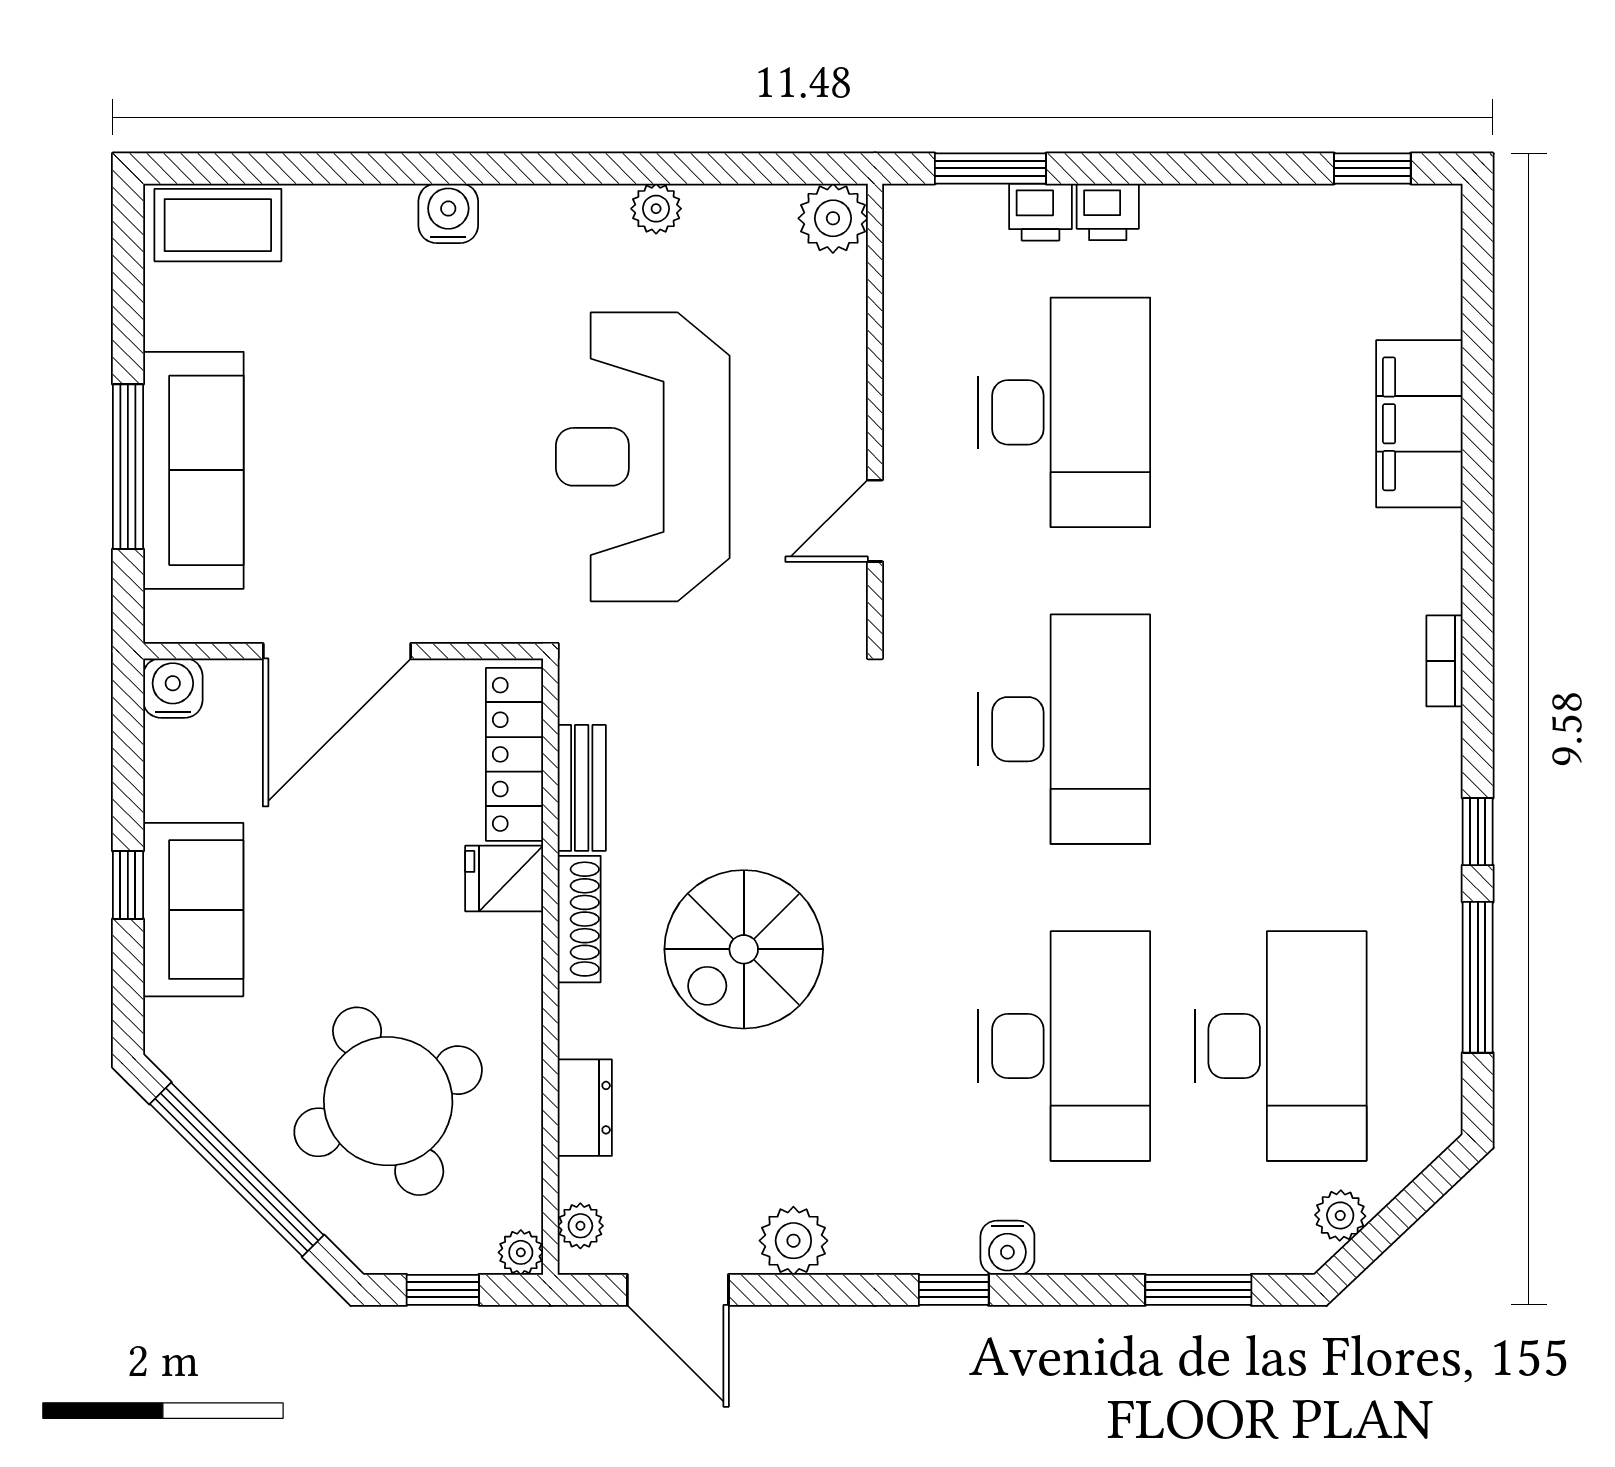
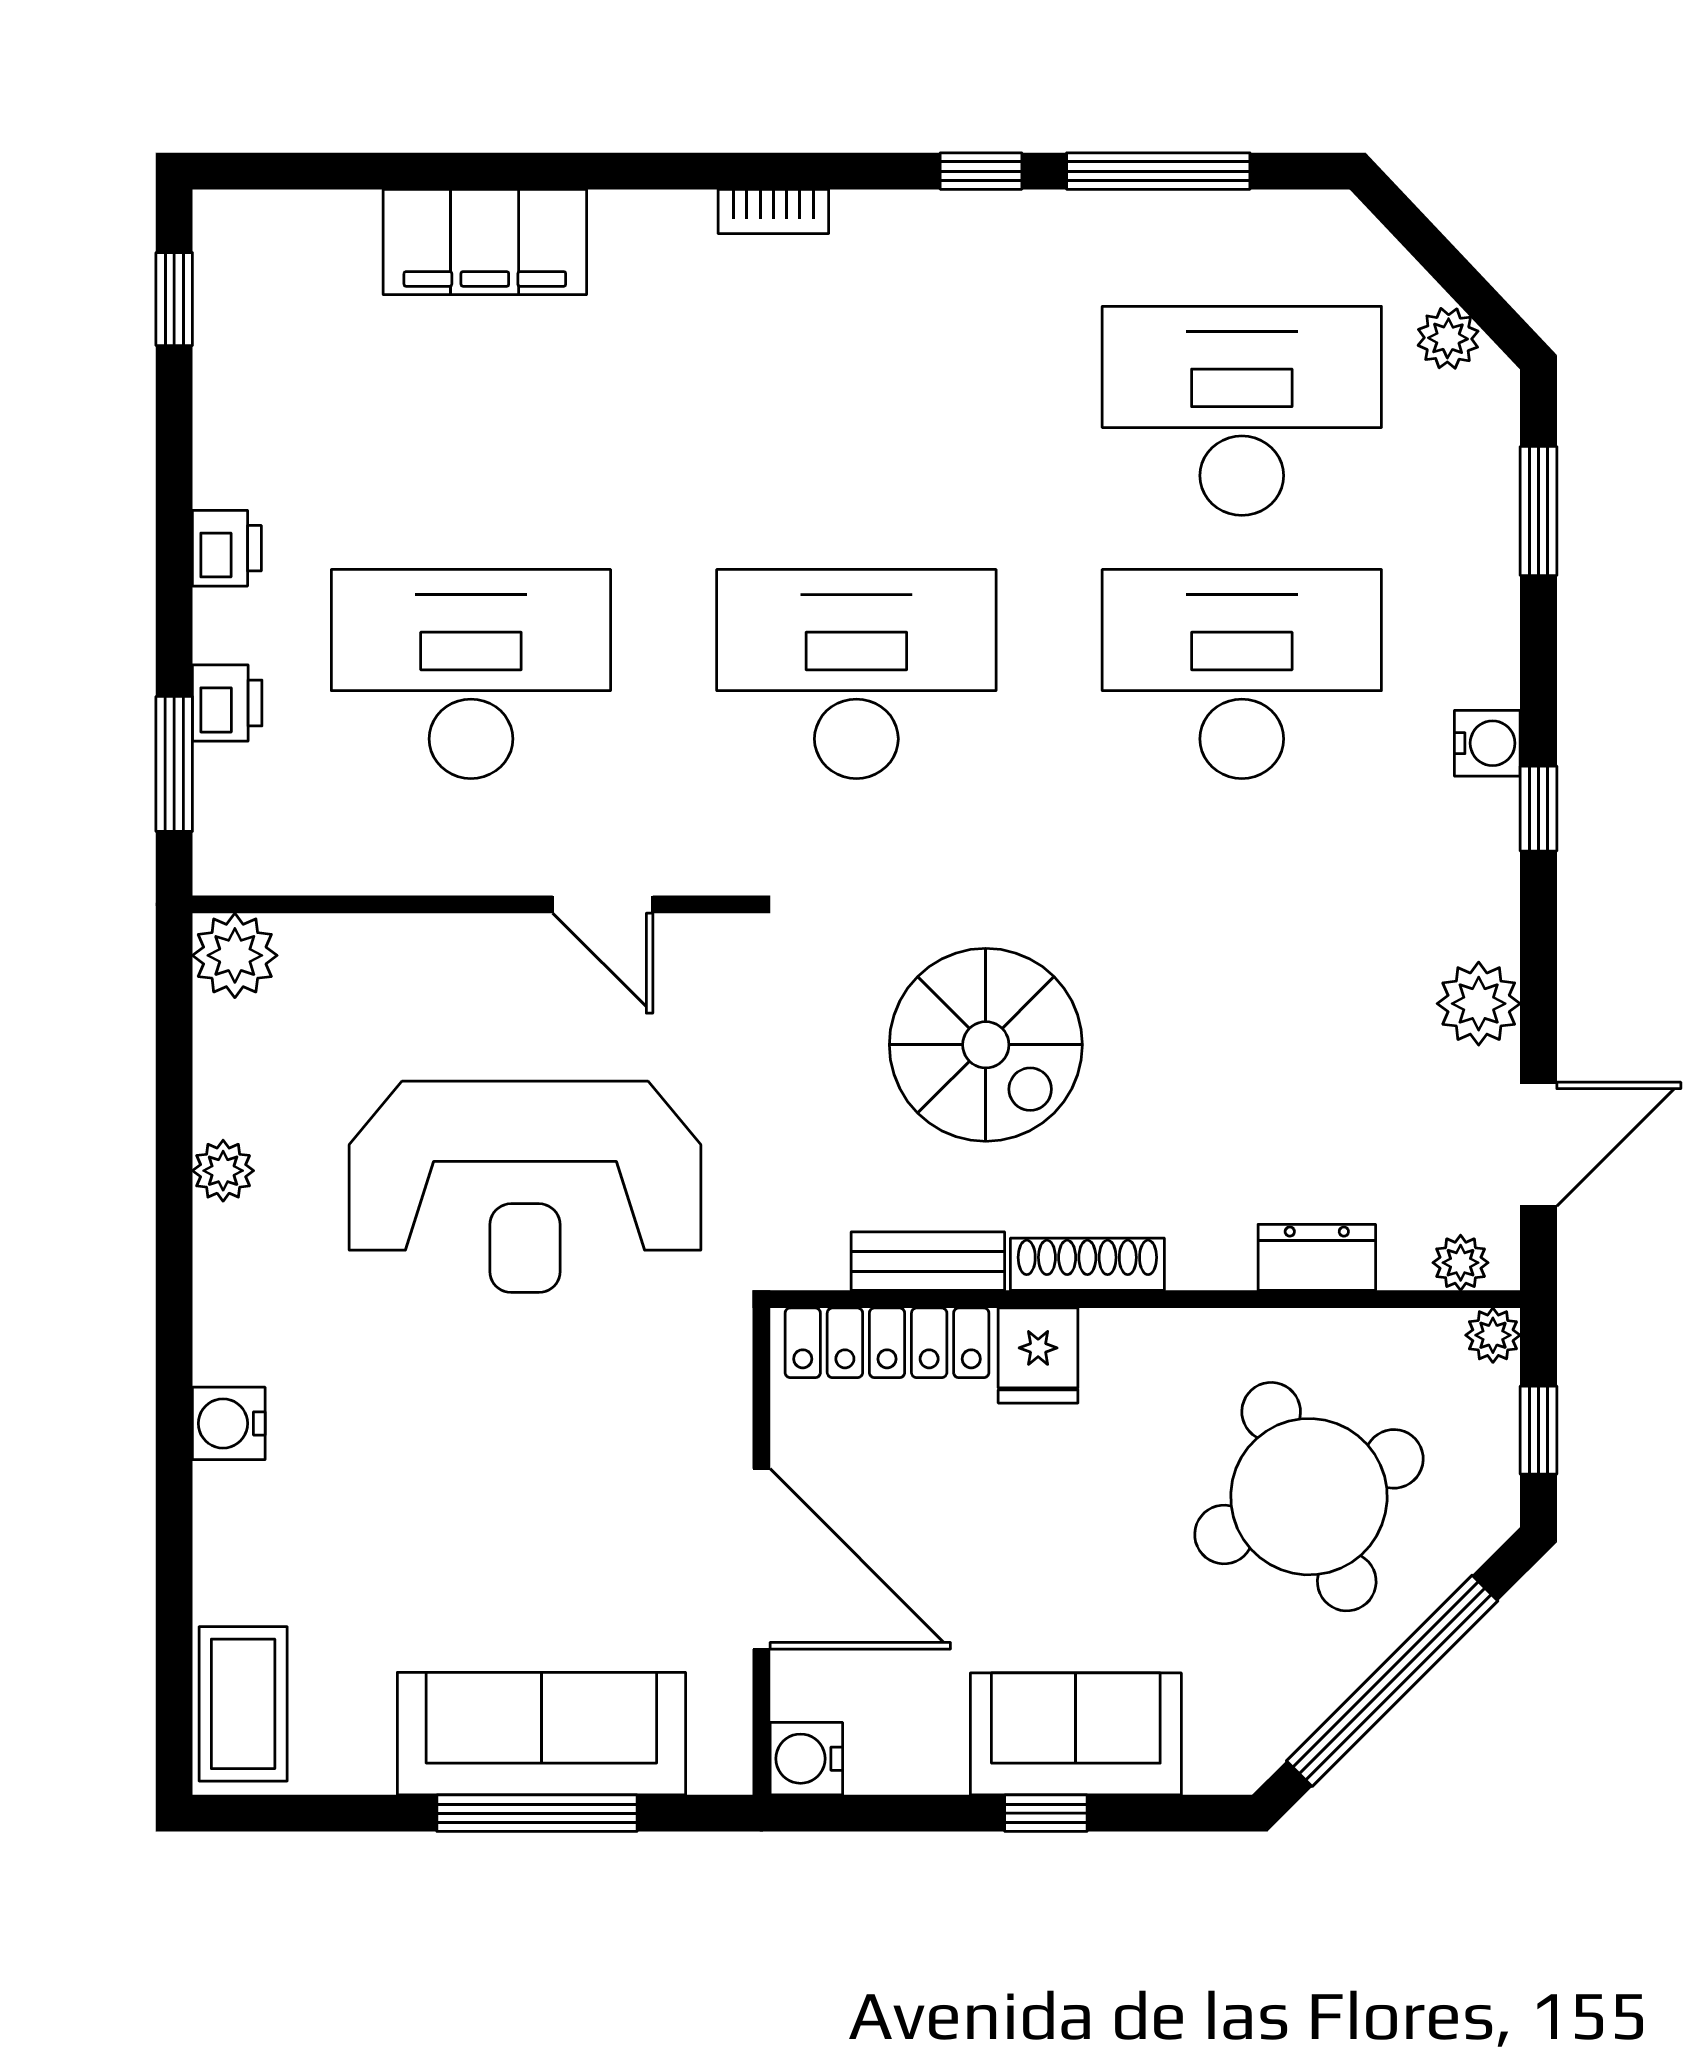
printer: (1108, 212) -> (227, 548), moved
spiral stairs: (744, 949) -> (986, 1045), moved

